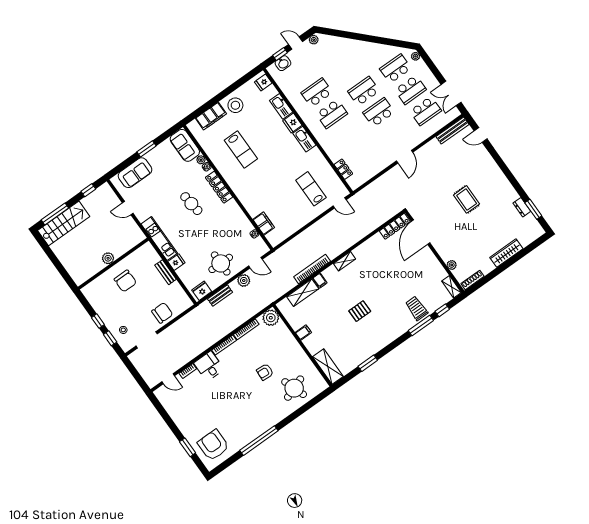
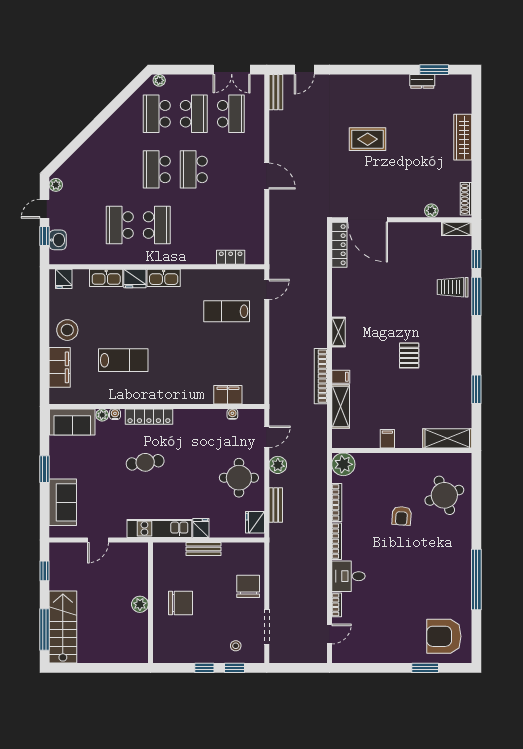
bench: (452, 131) -> (276, 92), width x0.73

